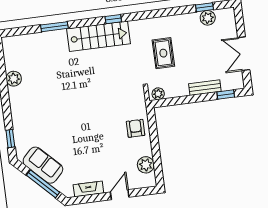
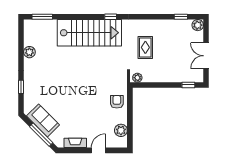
plant: (208, 18) -> (198, 25), moved
window: (54, 27) -> (42, 17), moved
stairs: (99, 36) -> (89, 33), width x1.36, depth x1.51
bench: (205, 88) -> (173, 78), removed
window: (10, 139) -> (21, 87), moved

